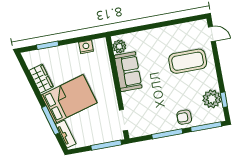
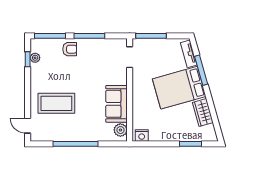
window: (161, 24) -> (75, 144), added
nightstand: (86, 47) -> (142, 136), moved
plant: (212, 99) -> (35, 58), width x0.53, depth x0.53

